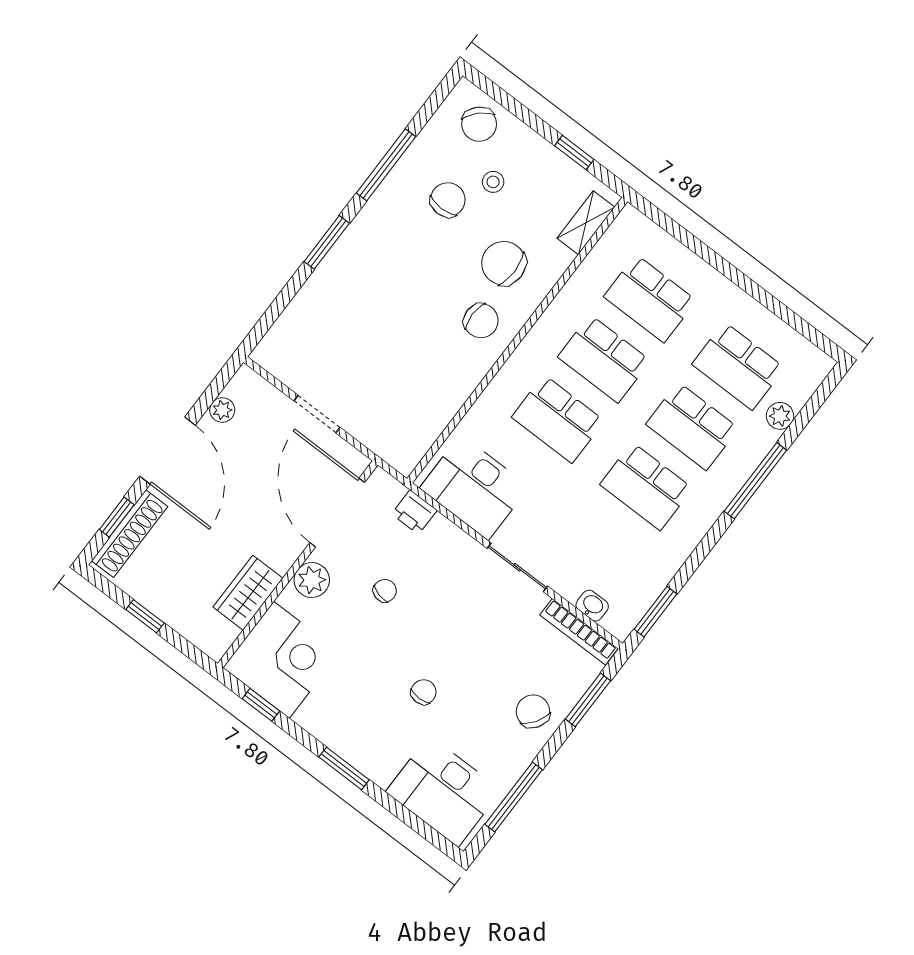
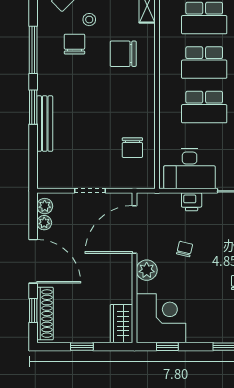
bench: (325, 276) -> (45, 124), added
chair: (481, 321) -> (132, 148), moved, turned 90
plant: (240, 388) -> (45, 206), added
printer: (414, 512) -> (192, 202), moved
door: (337, 513) -> (134, 230), hinge flipped
wardrobe: (248, 593) -> (121, 324), moved

